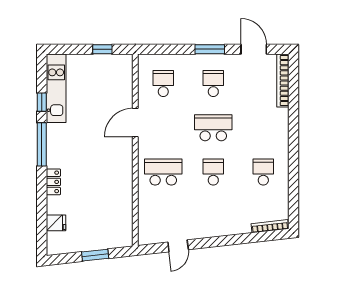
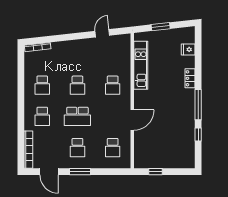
kitchen unit: (56, 88) -> (141, 65), moved, turned 180
school desk: (263, 128) -> (42, 116), added
school desk: (163, 172) -> (113, 85), width x0.54

